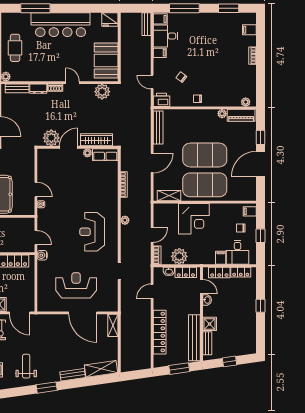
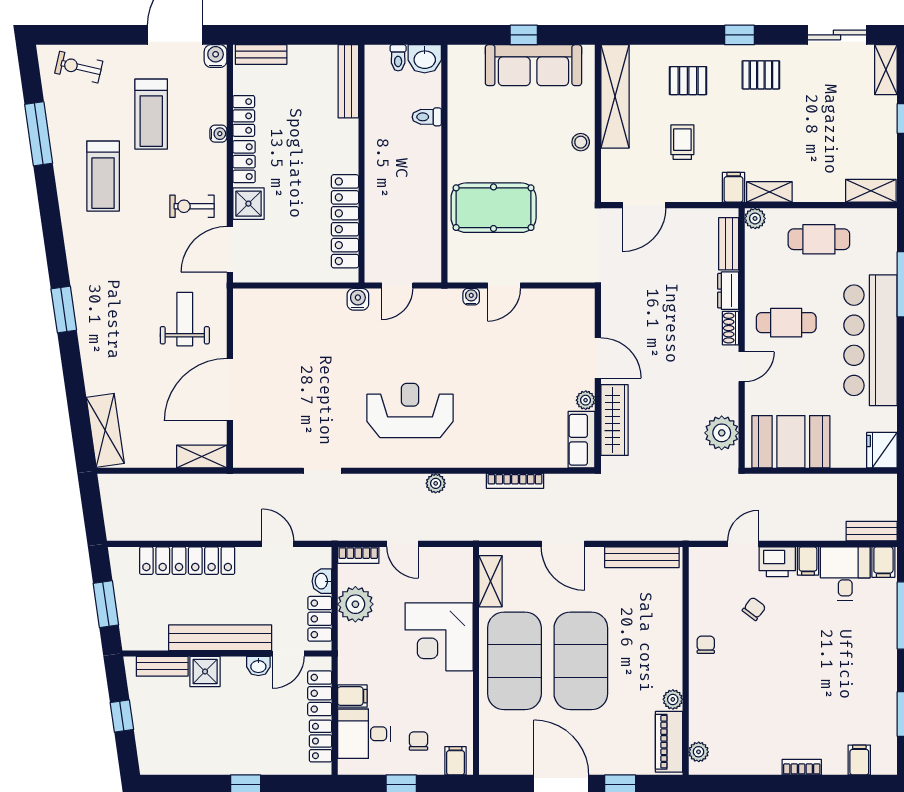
cafe table: (53, 63) -> (786, 323), added
printer: (162, 100) -> (777, 562), moved, turned 90
plant: (51, 138) -> (619, 320), removed
reception desk: (76, 285) -> (291, 375), removed
bench: (194, 338) -> (220, 638), moved
weight bench: (26, 366) -> (185, 319), moved, turned -90
bench: (73, 375) -> (92, 367), removed

